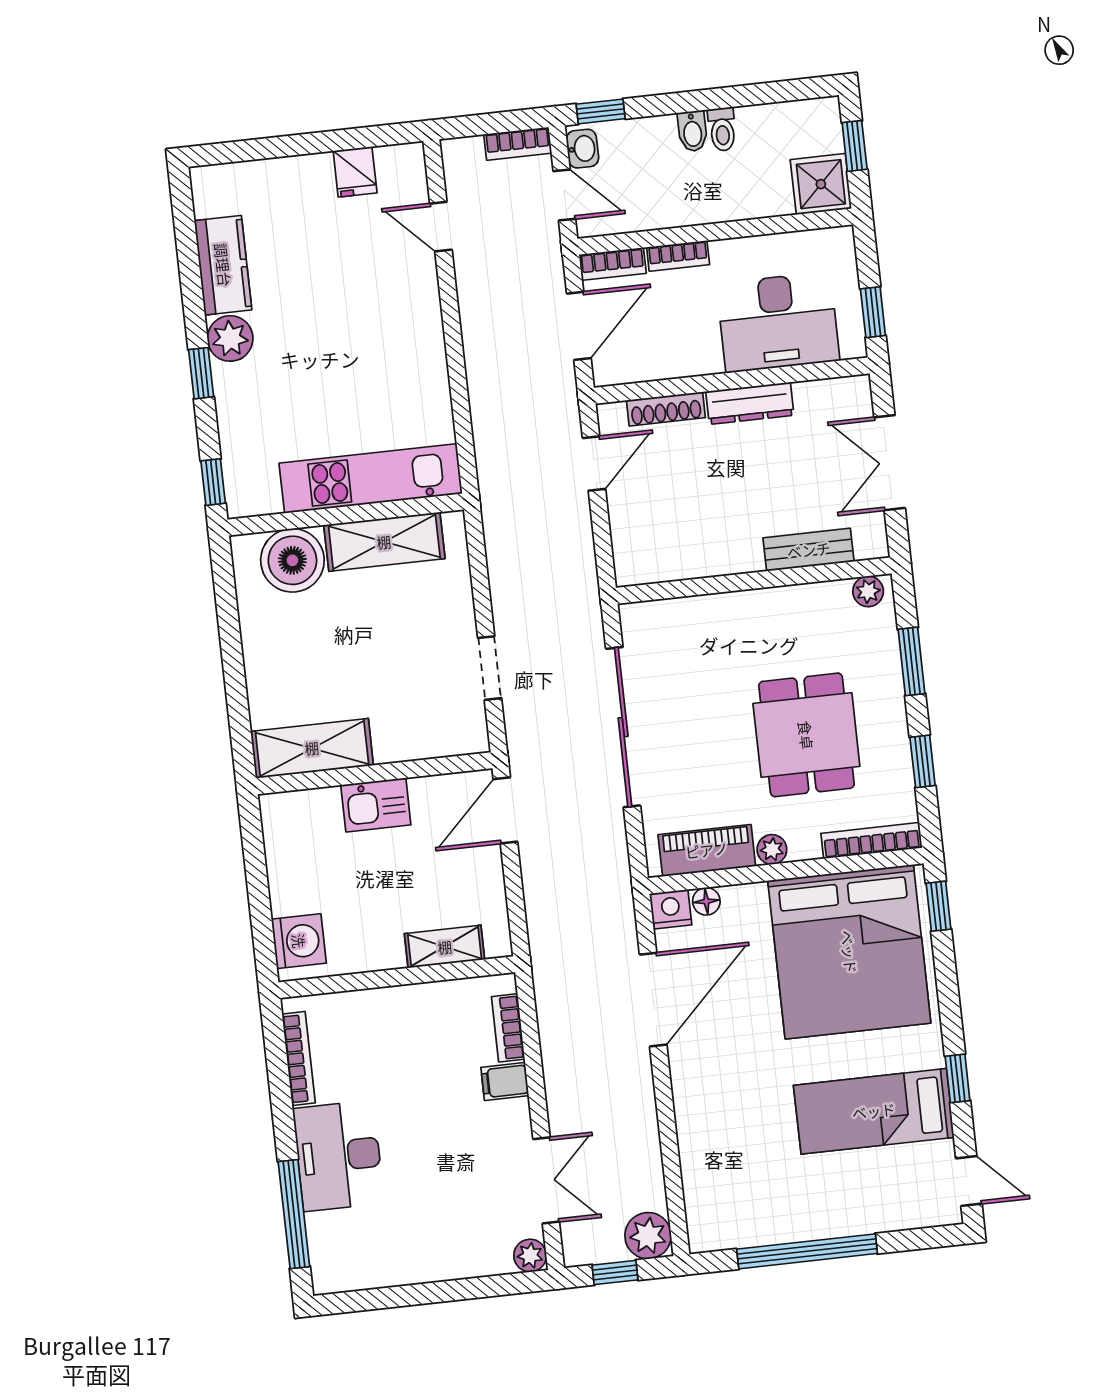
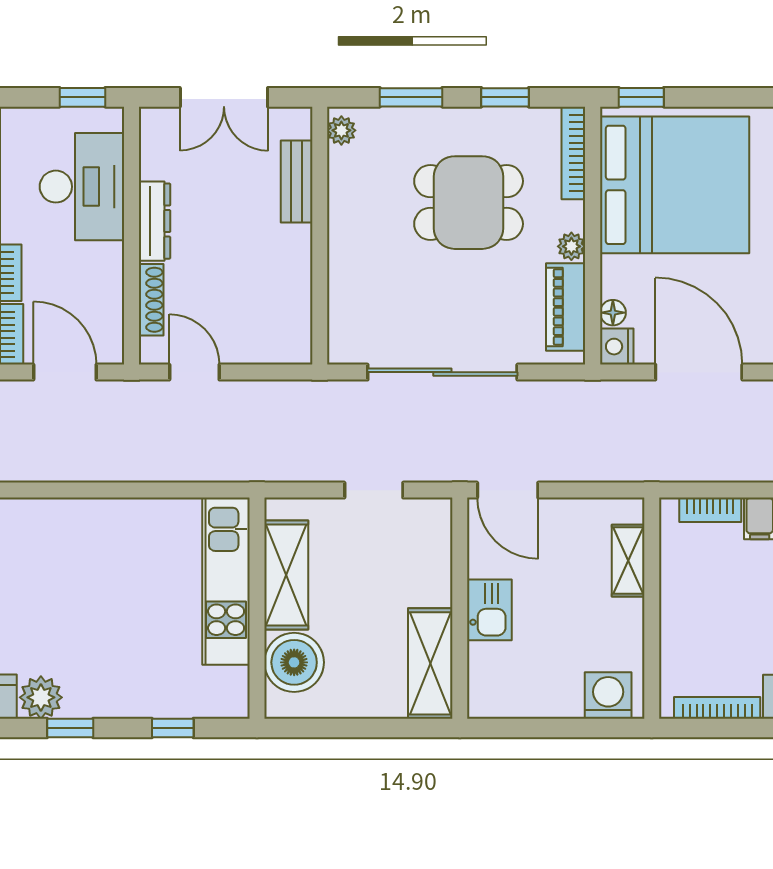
kitchen unit: (371, 478) -> (226, 581), moved
wall: (346, 515) -> (257, 608), moved
shelving: (384, 542) -> (286, 575), moved
boiler: (292, 560) -> (294, 662), moved

